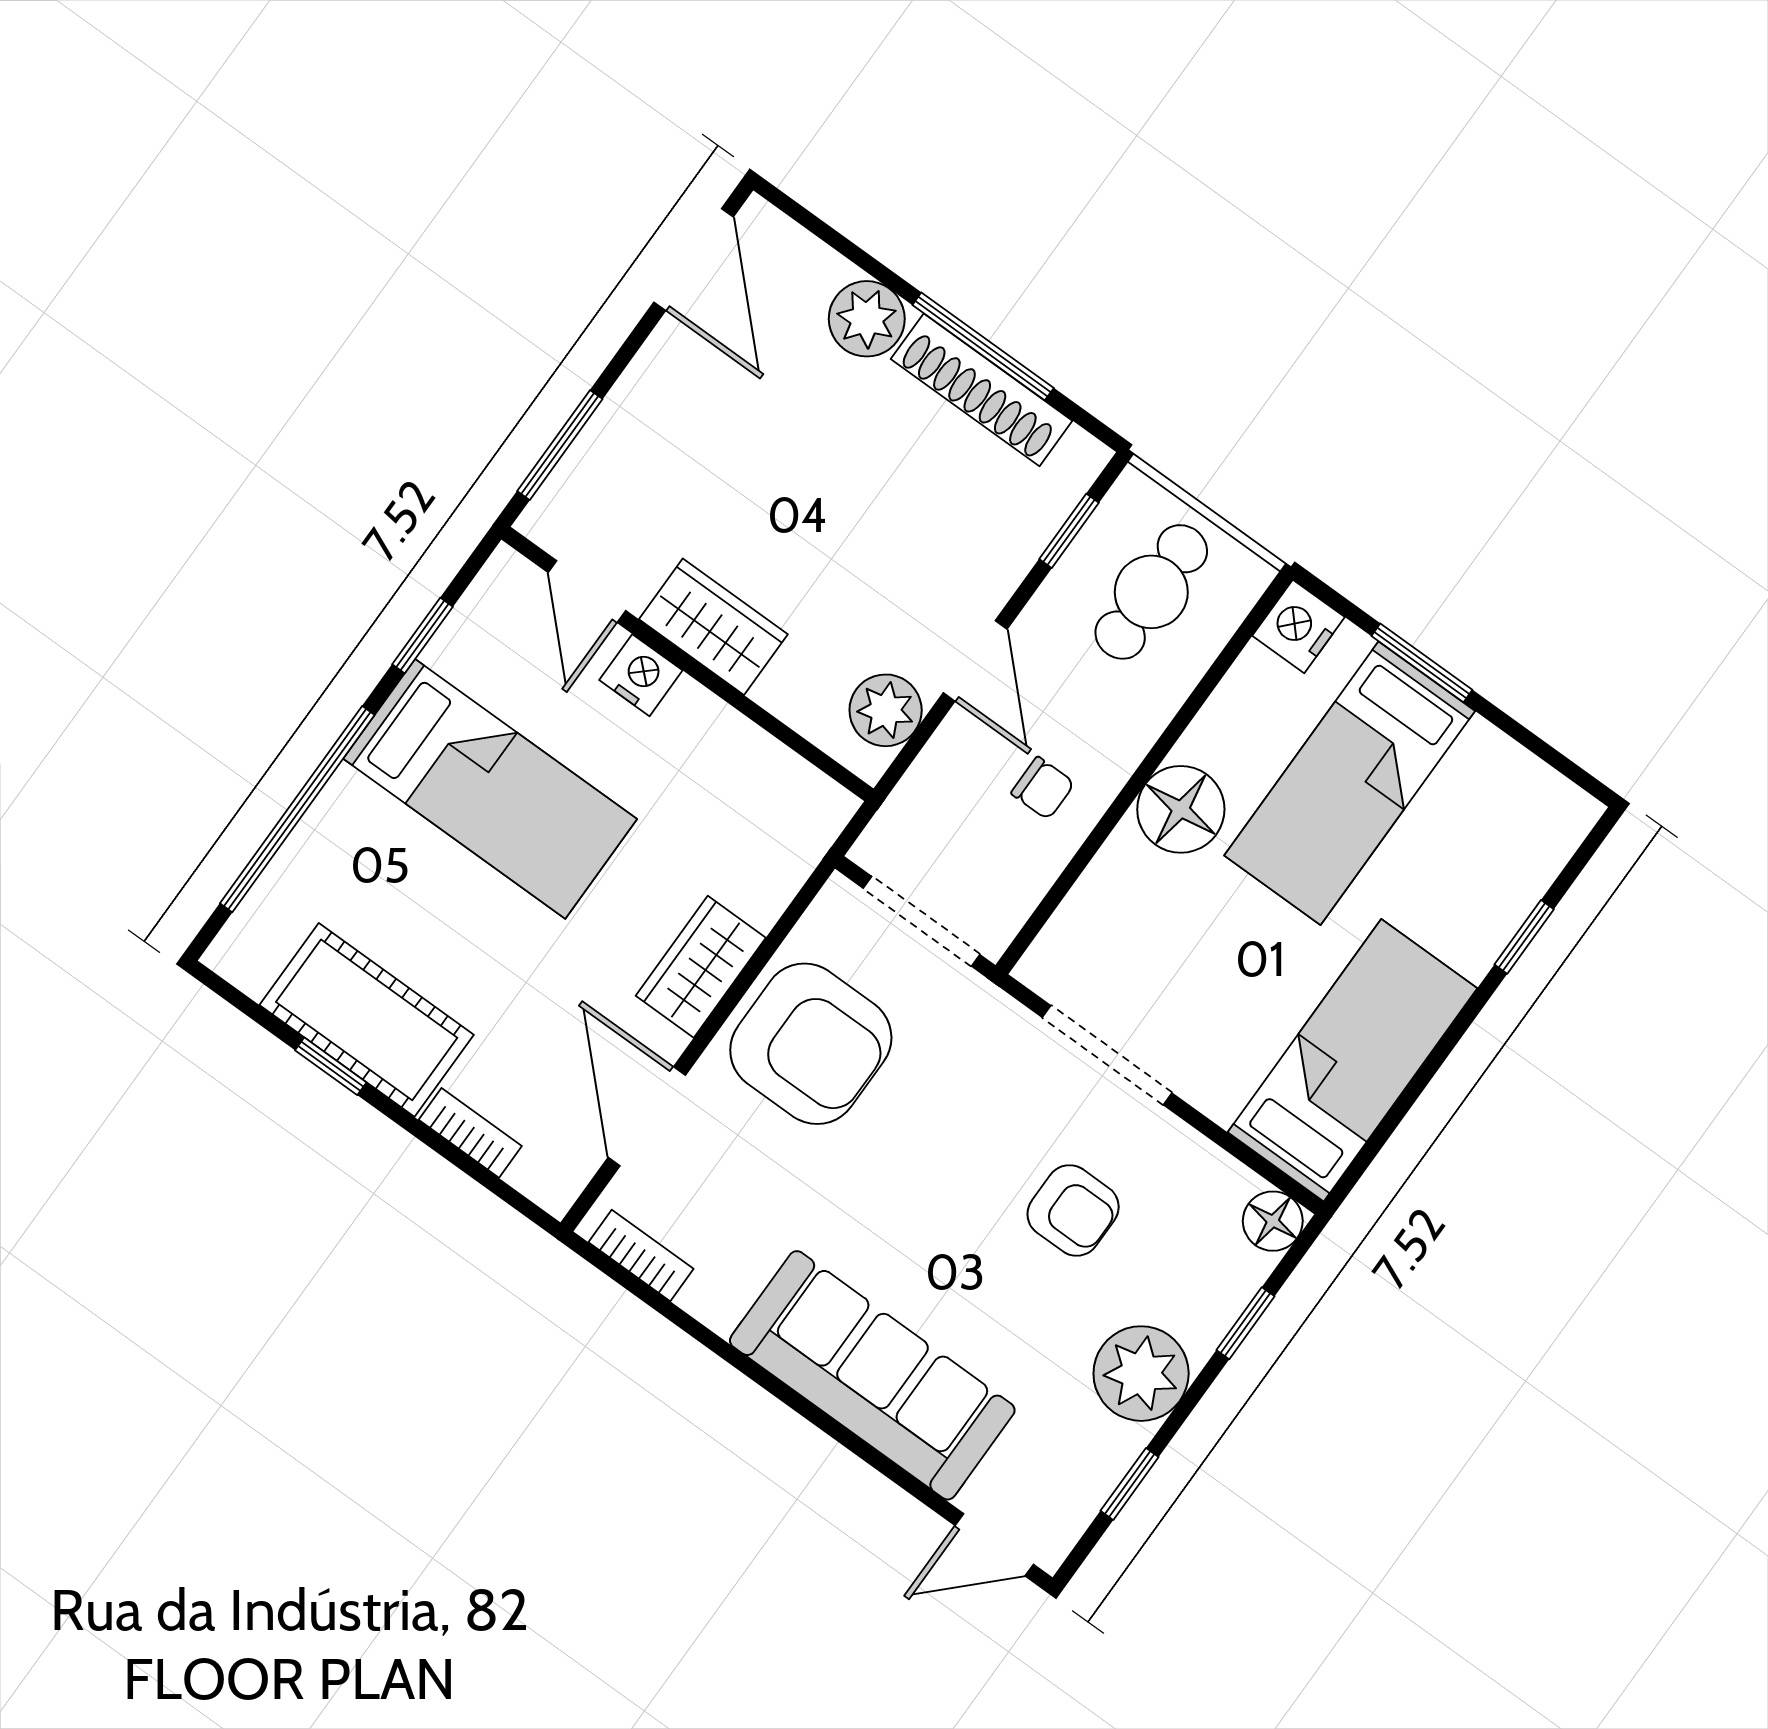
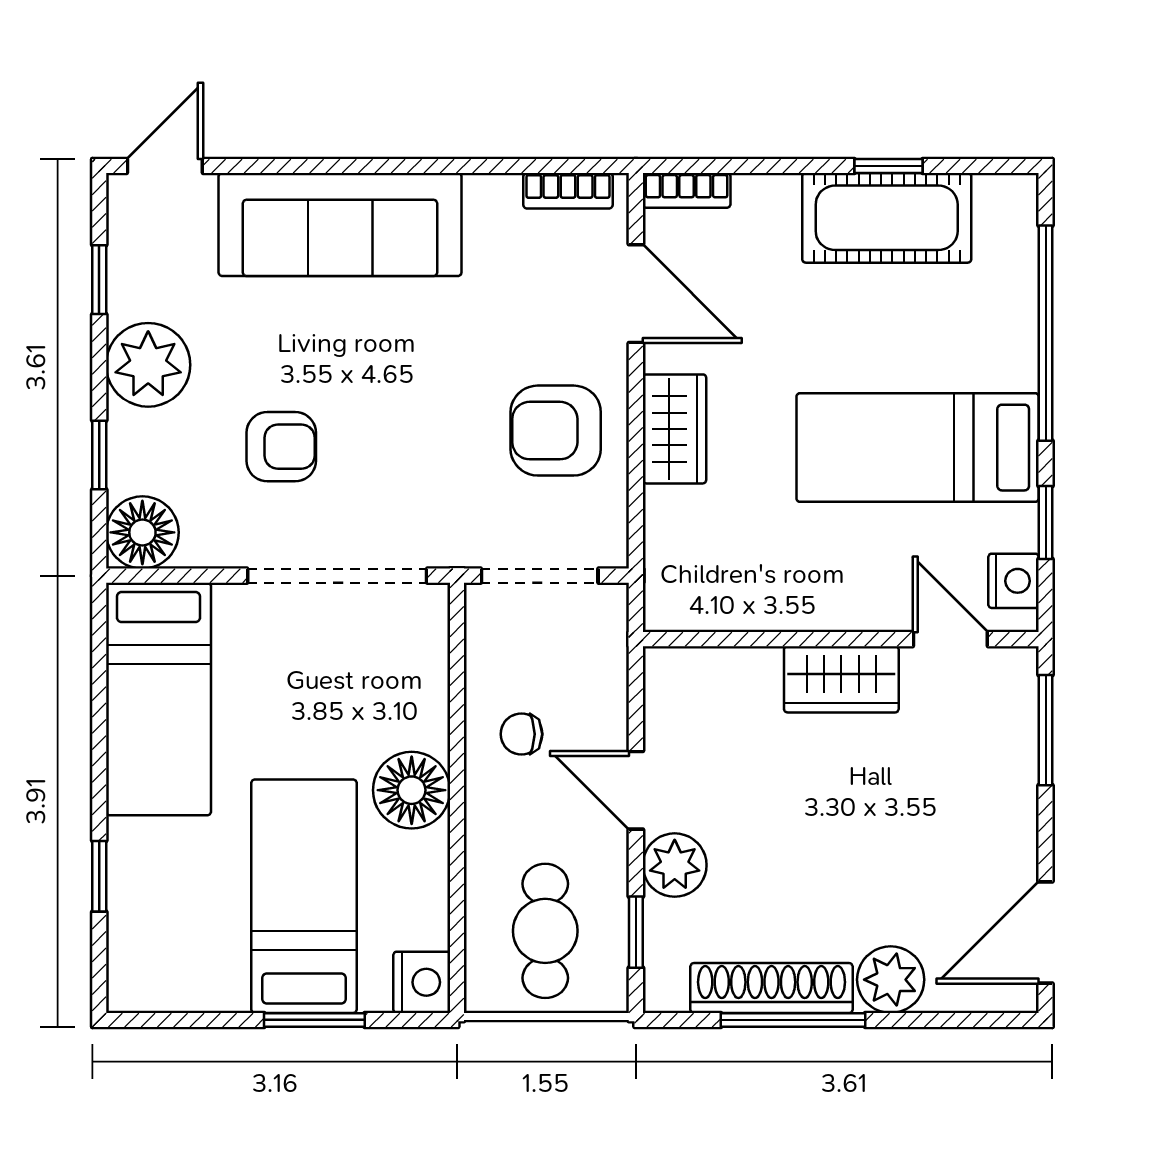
door: (694, 259) -> (1046, 933), hinge flipped
nightstand: (641, 675) -> (1014, 581), moved, turned -90
plant: (886, 710) -> (675, 865), moved
armchair: (811, 1044) -> (556, 431), width x0.73, depth x0.73
doorway: (1107, 1055) -> (337, 576), width x1.36
bookcase: (470, 1133) -> (687, 190), moved
armchair: (1073, 1210) -> (281, 447), turned 180
floor lamp: (1273, 1221) -> (142, 532), width x1.38, depth x1.38

